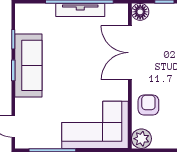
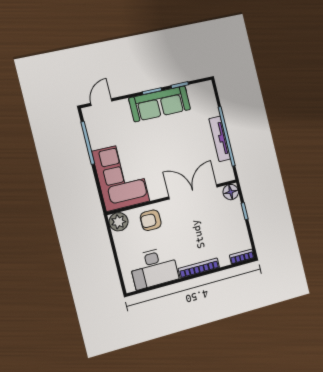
armchair: (148, 105) -> (151, 220), turned 180

